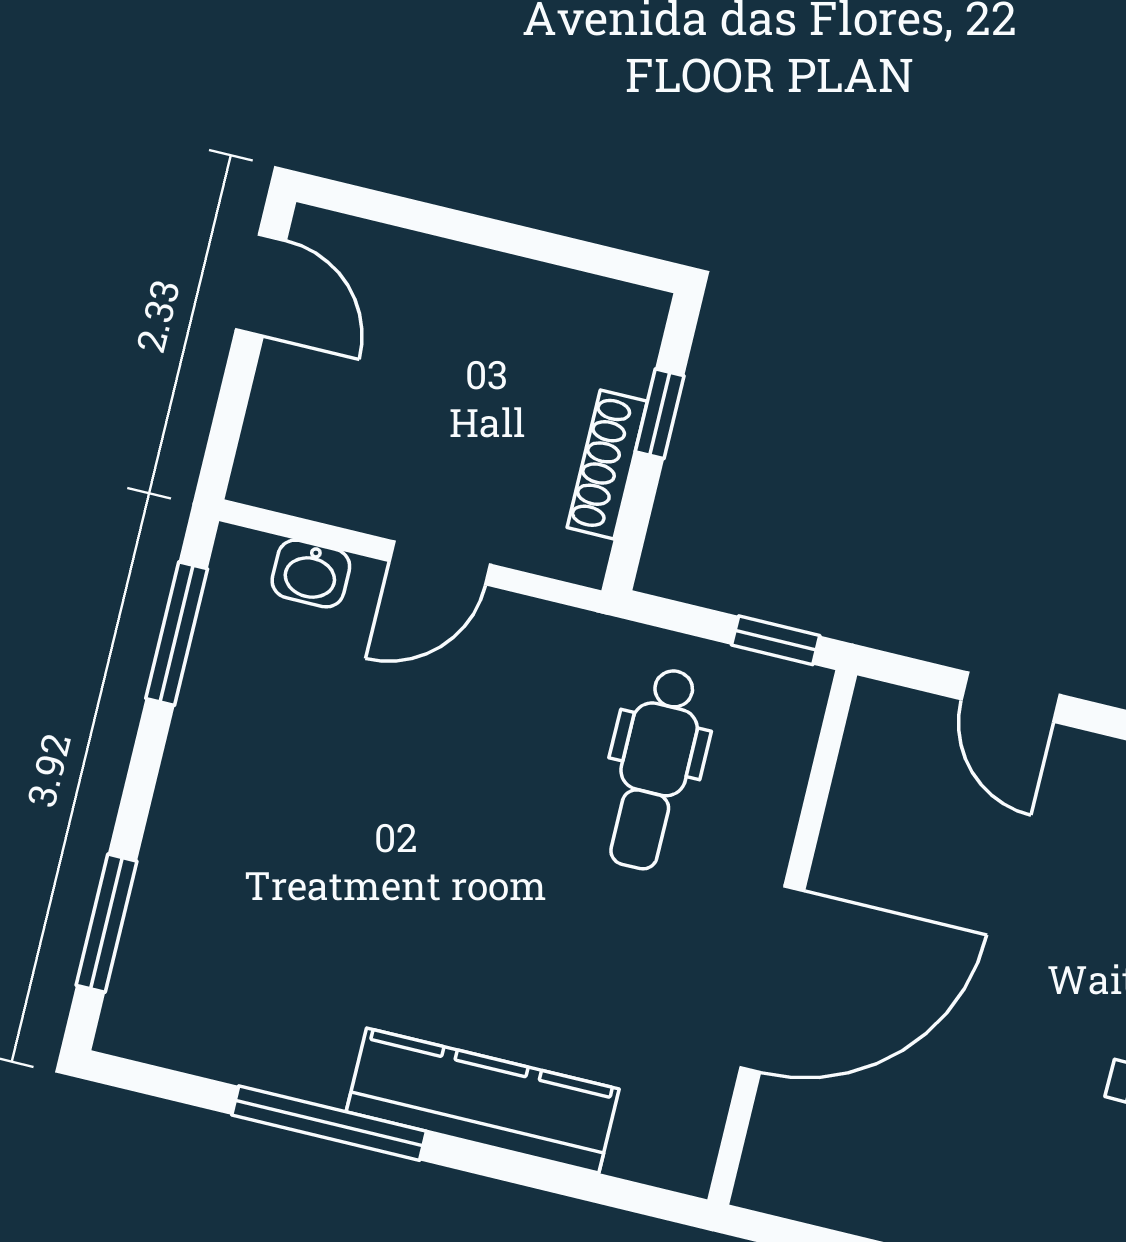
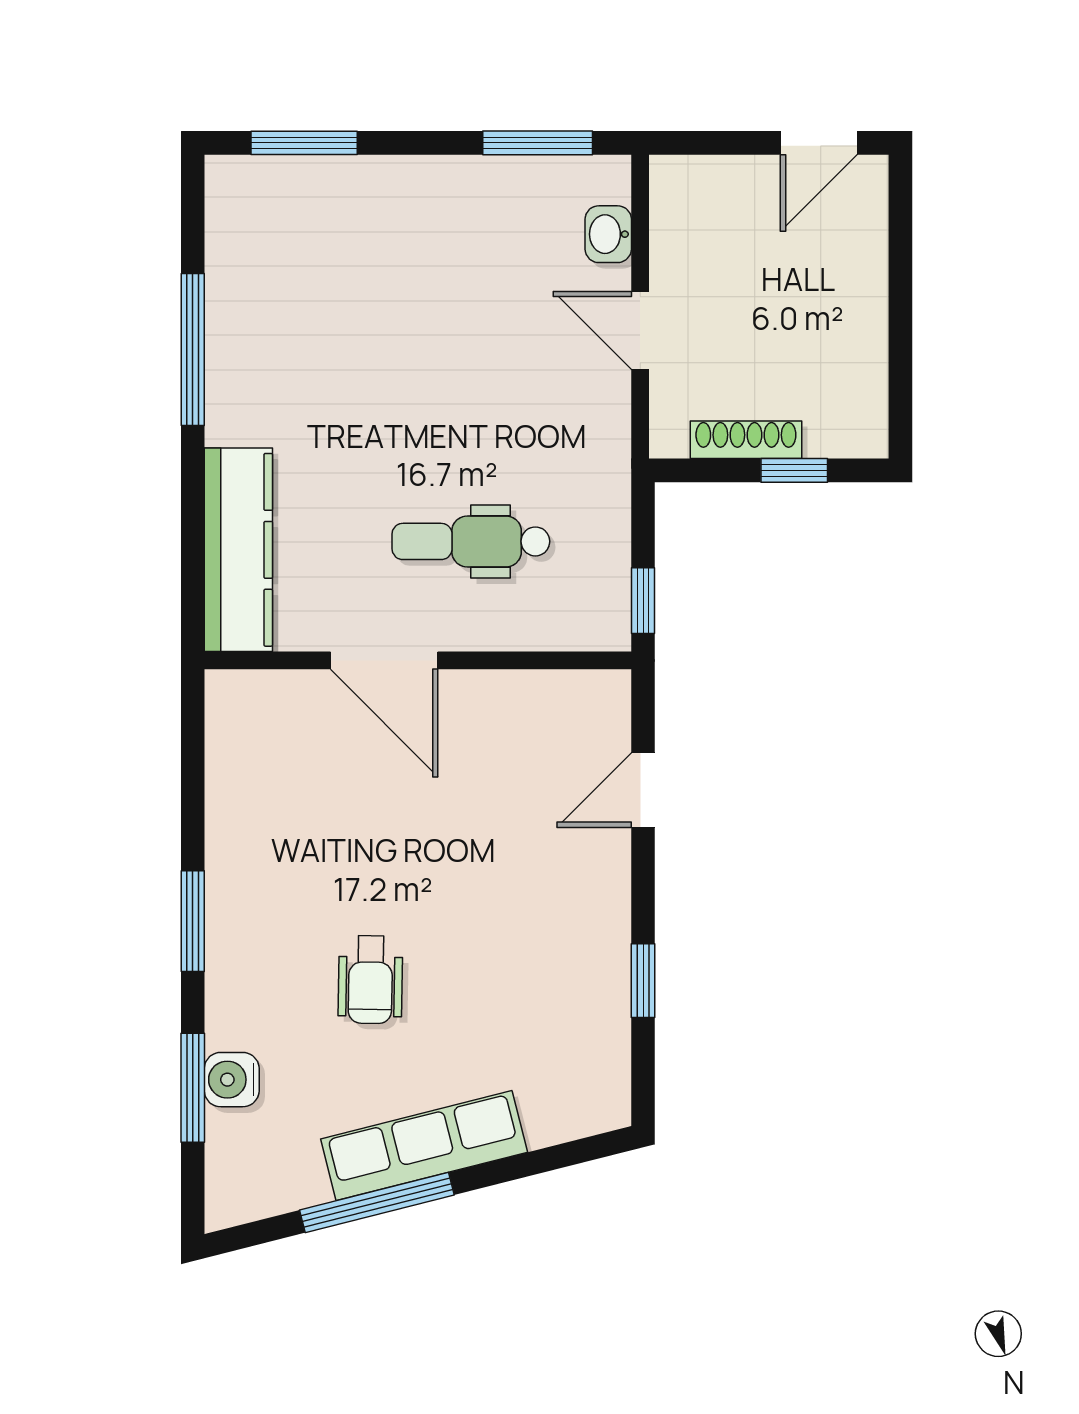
dental chair: (654, 769) -> (471, 541), moved
door: (772, 979) -> (384, 660), width x0.73
kitchen counter: (483, 1100) -> (238, 550), moved

